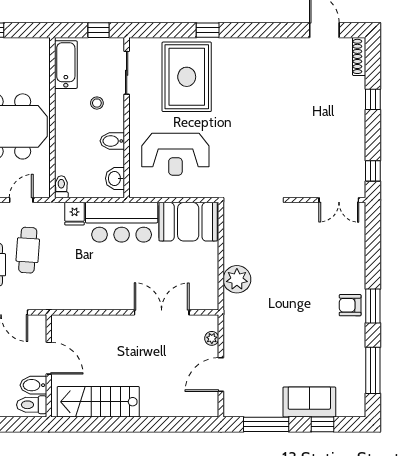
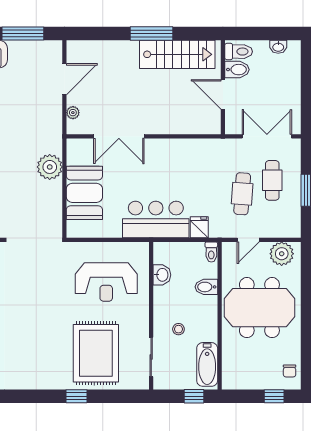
window: (98, 30) -> (194, 396), moved
bidet: (112, 141) -> (206, 287), moved, turned 180
reception desk: (175, 154) -> (106, 282), turned 180
washbasin: (115, 178) -> (162, 275), moved
booth: (188, 222) -> (84, 193), moved, turned 90
window: (126, 424) -> (151, 33), added

